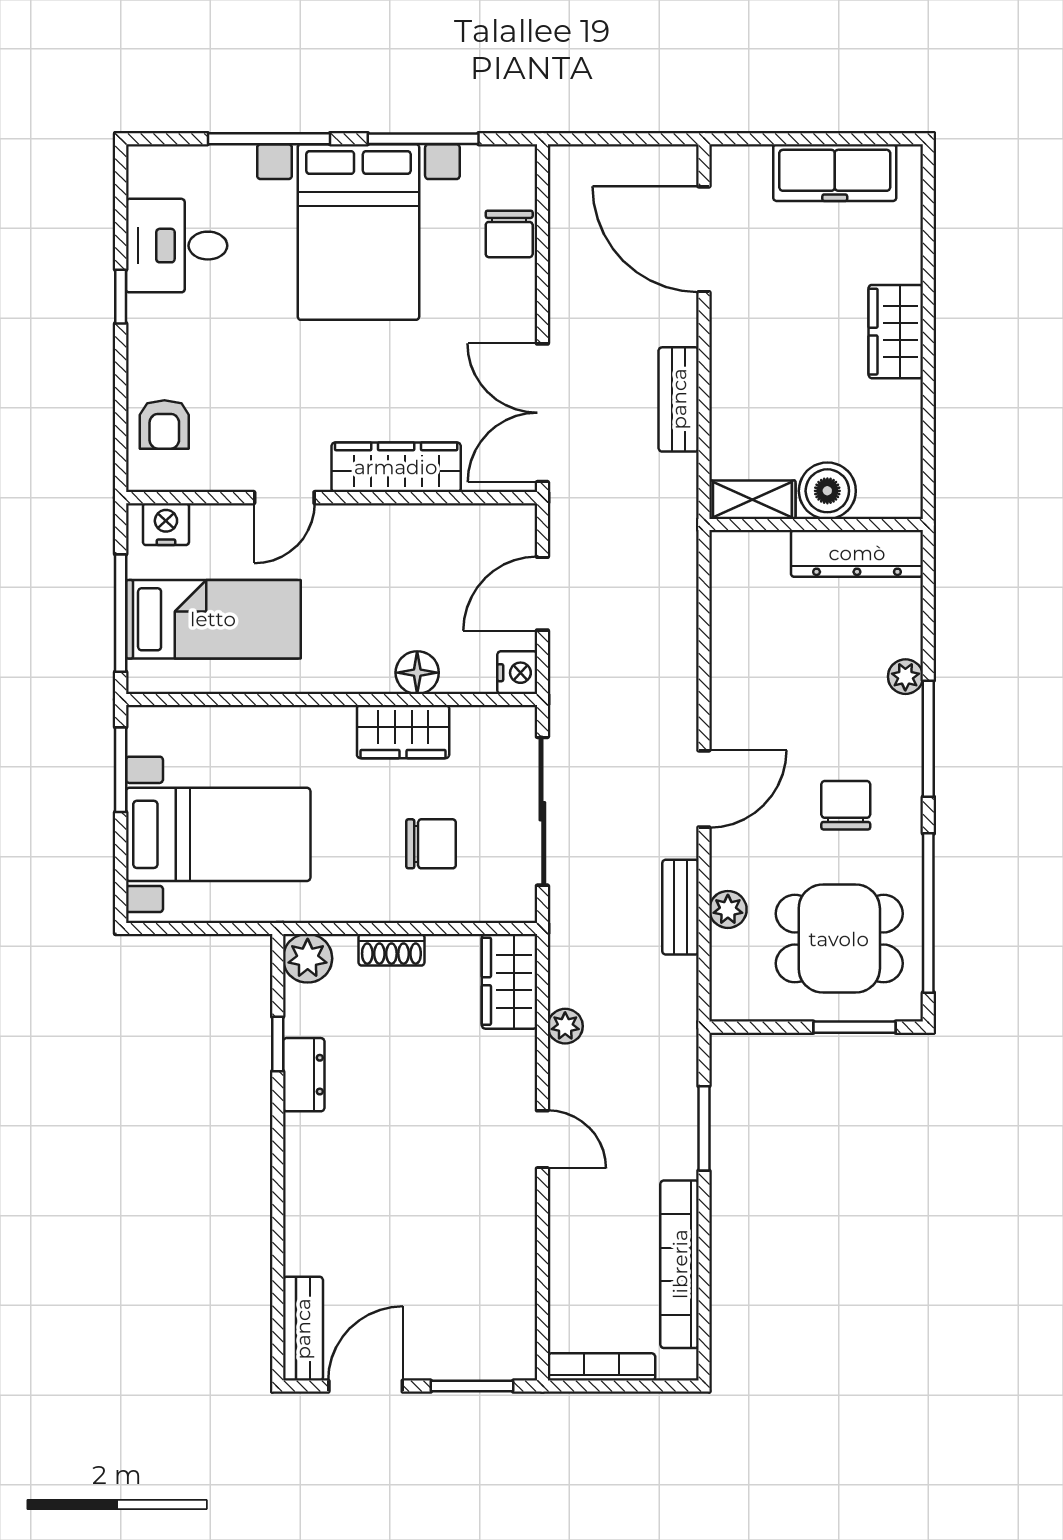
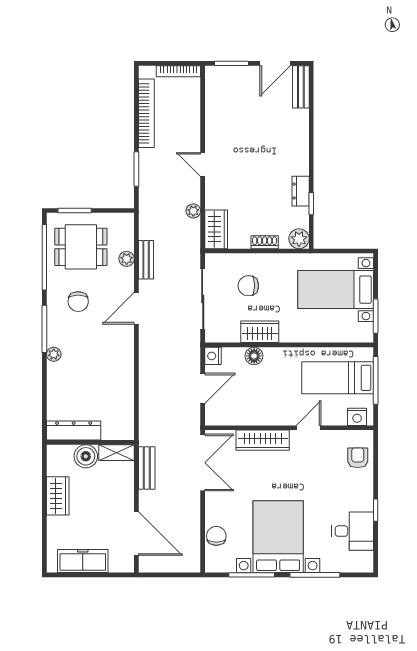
boiler: (827, 491) -> (86, 456), moved
shelving: (752, 500) -> (117, 453), moved
wall: (816, 525) -> (90, 442), moved
dresser: (857, 553) -> (74, 431), moved

